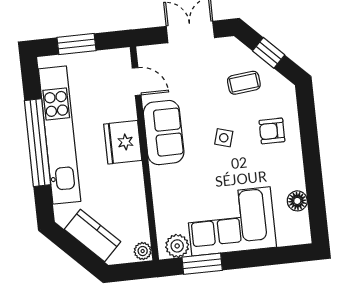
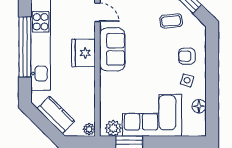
side table: (224, 138) -> (187, 80), moved

